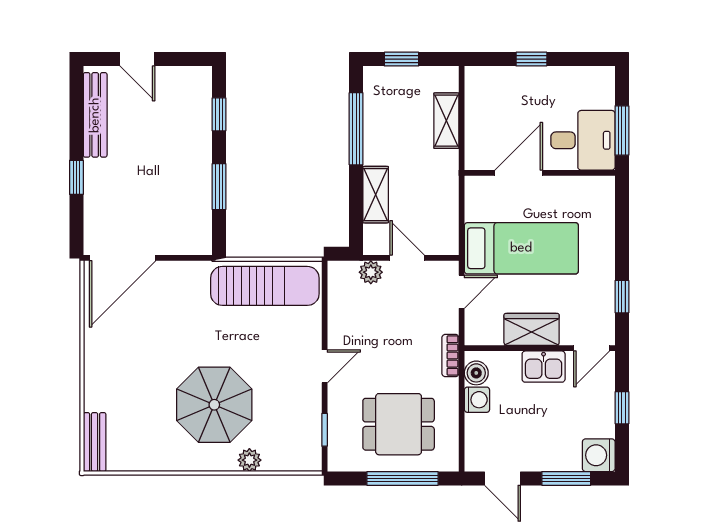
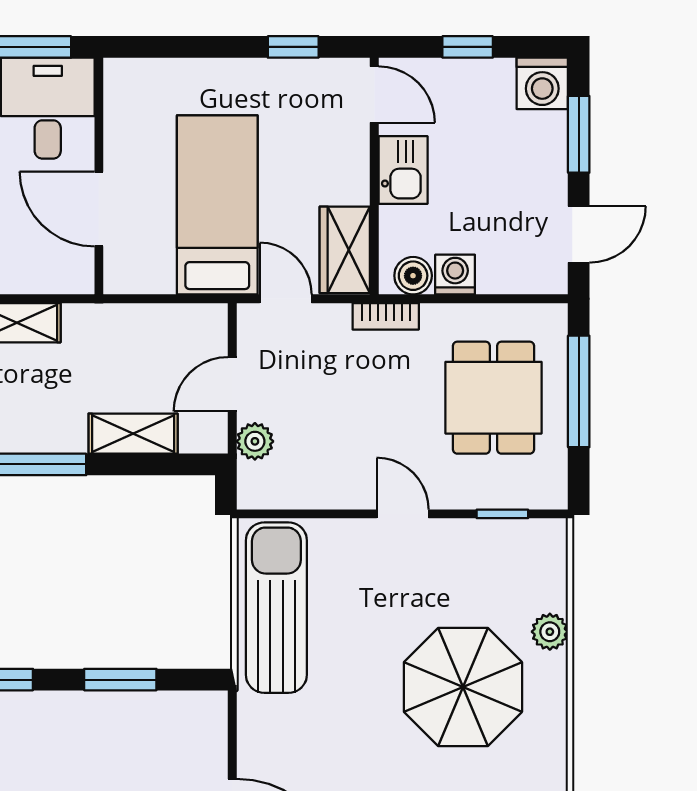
wardrobe: (532, 329) -> (345, 250), moved

